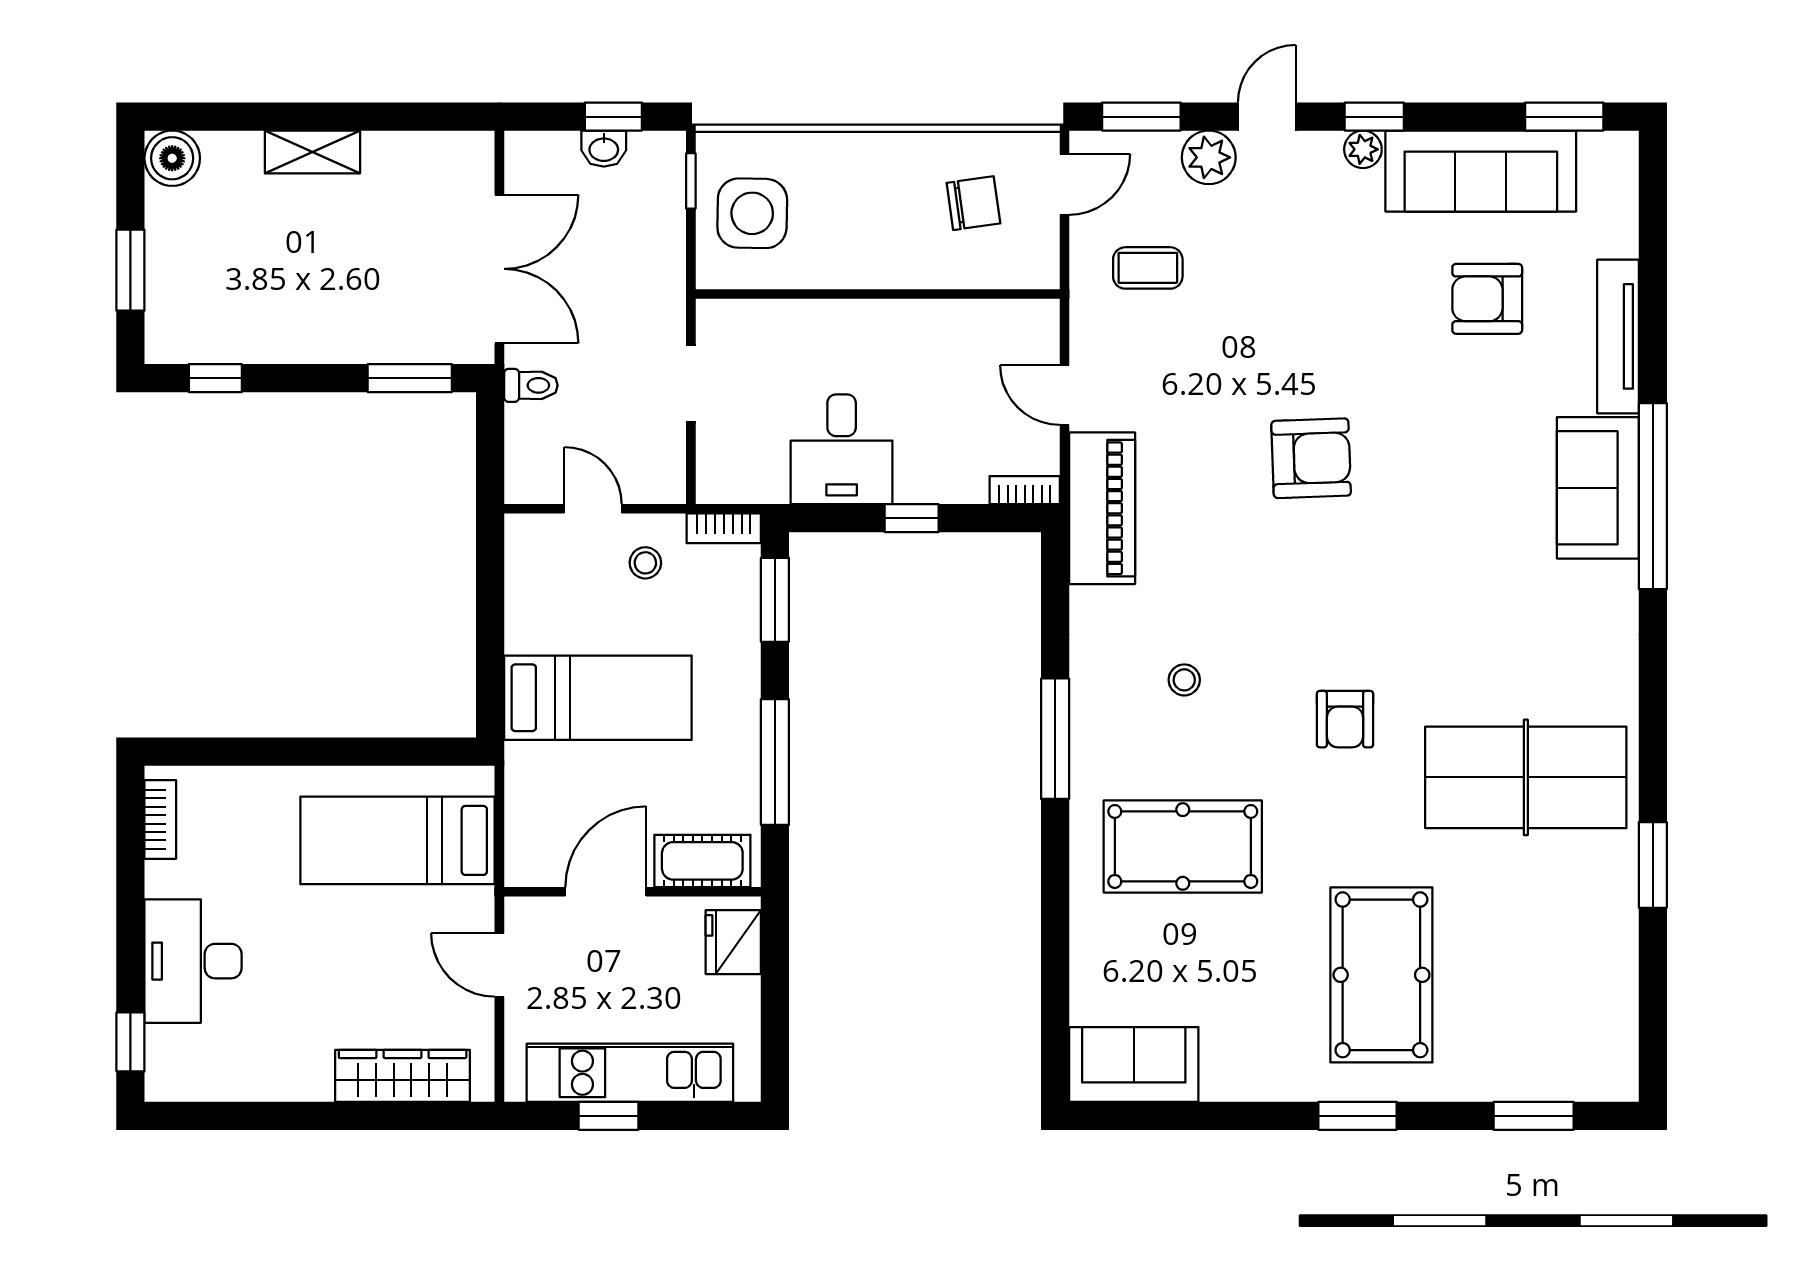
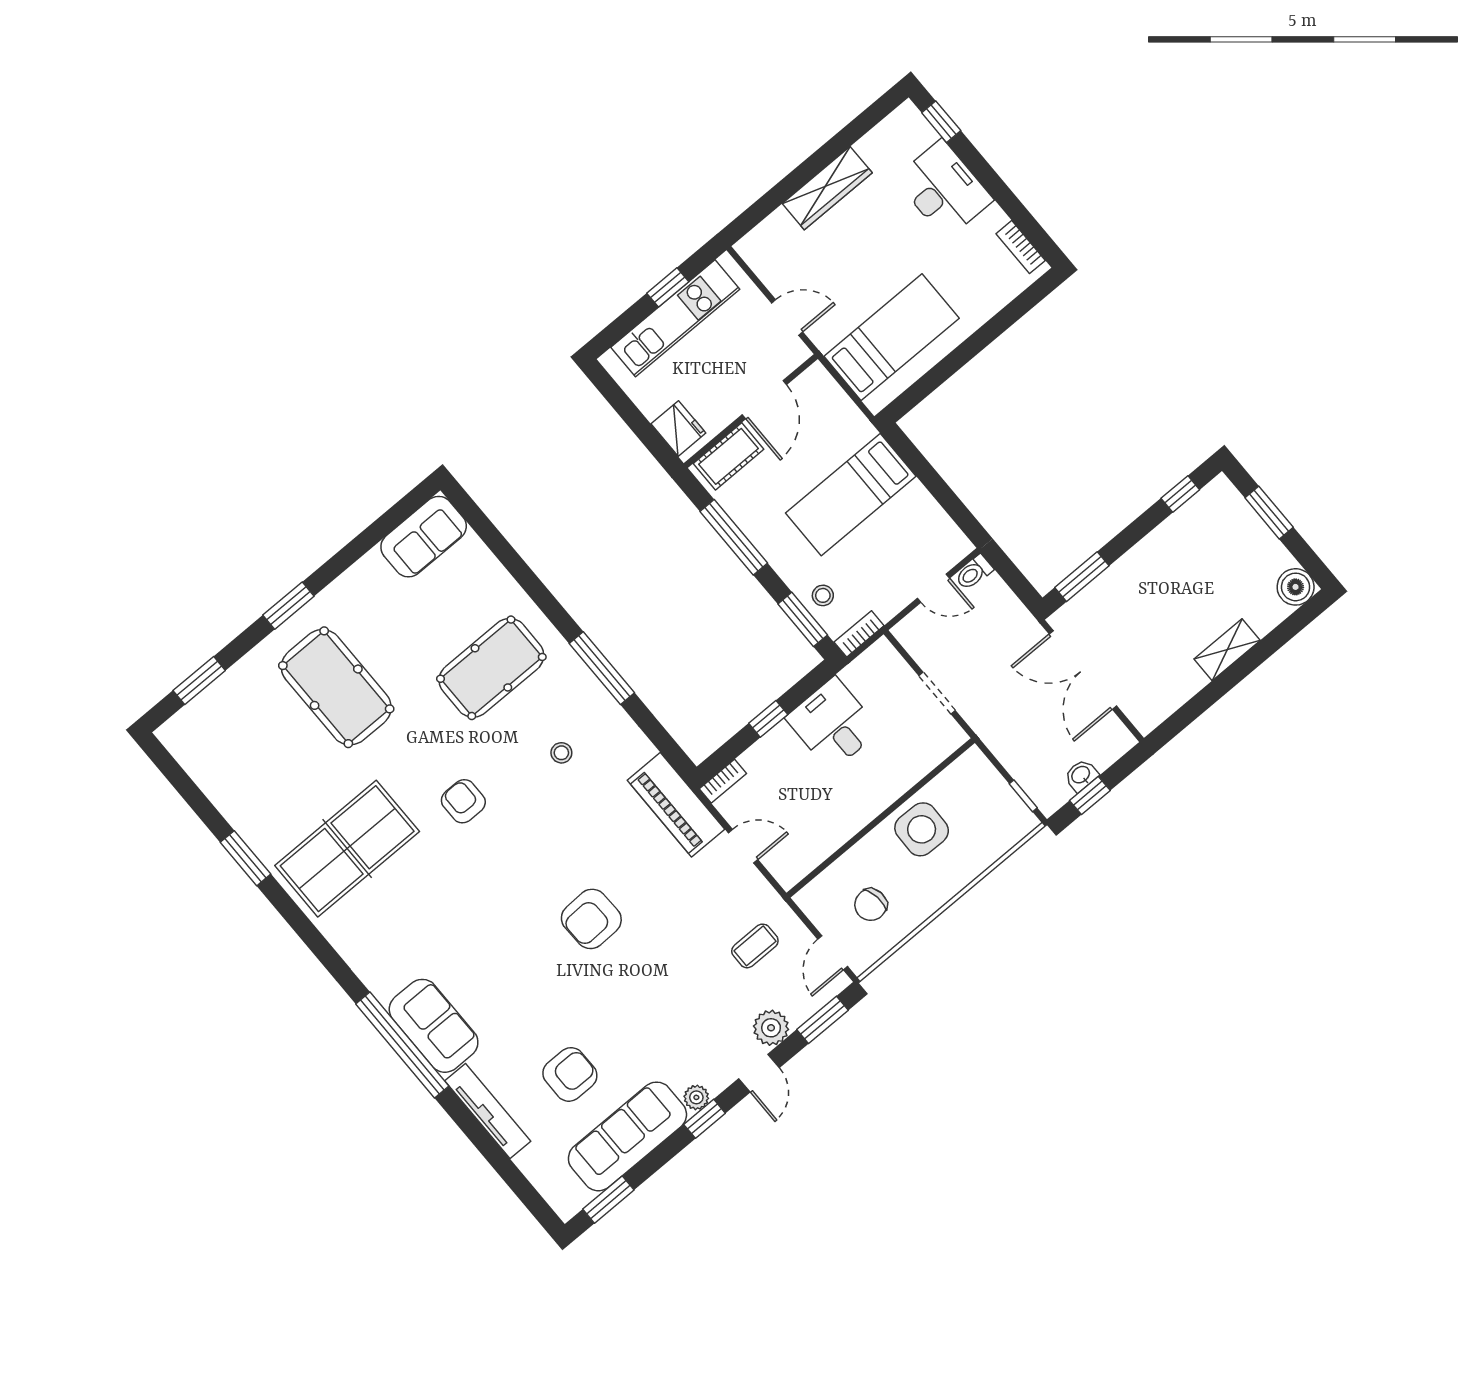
side table: (752, 213) -> (922, 829), moved
toilet: (531, 385) -> (974, 573), moved
stool: (645, 563) -> (823, 595), moved
wardrobe: (403, 1076) -> (827, 188), moved

